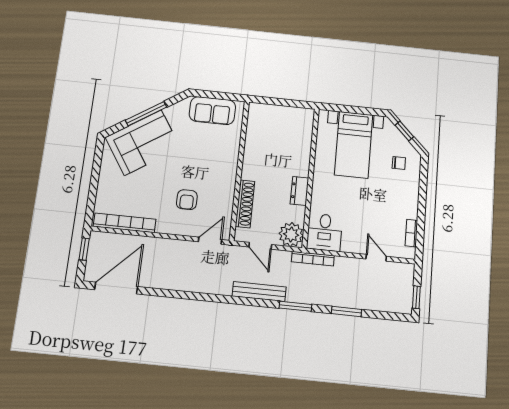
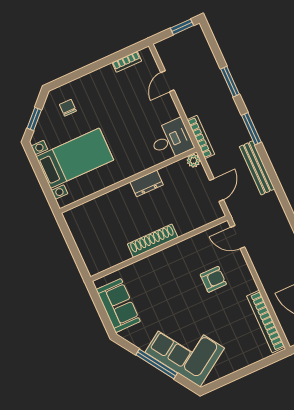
shoe rack: (245, 204) -> (153, 241), moved
plant: (291, 235) -> (193, 161), width x0.53, depth x0.53

